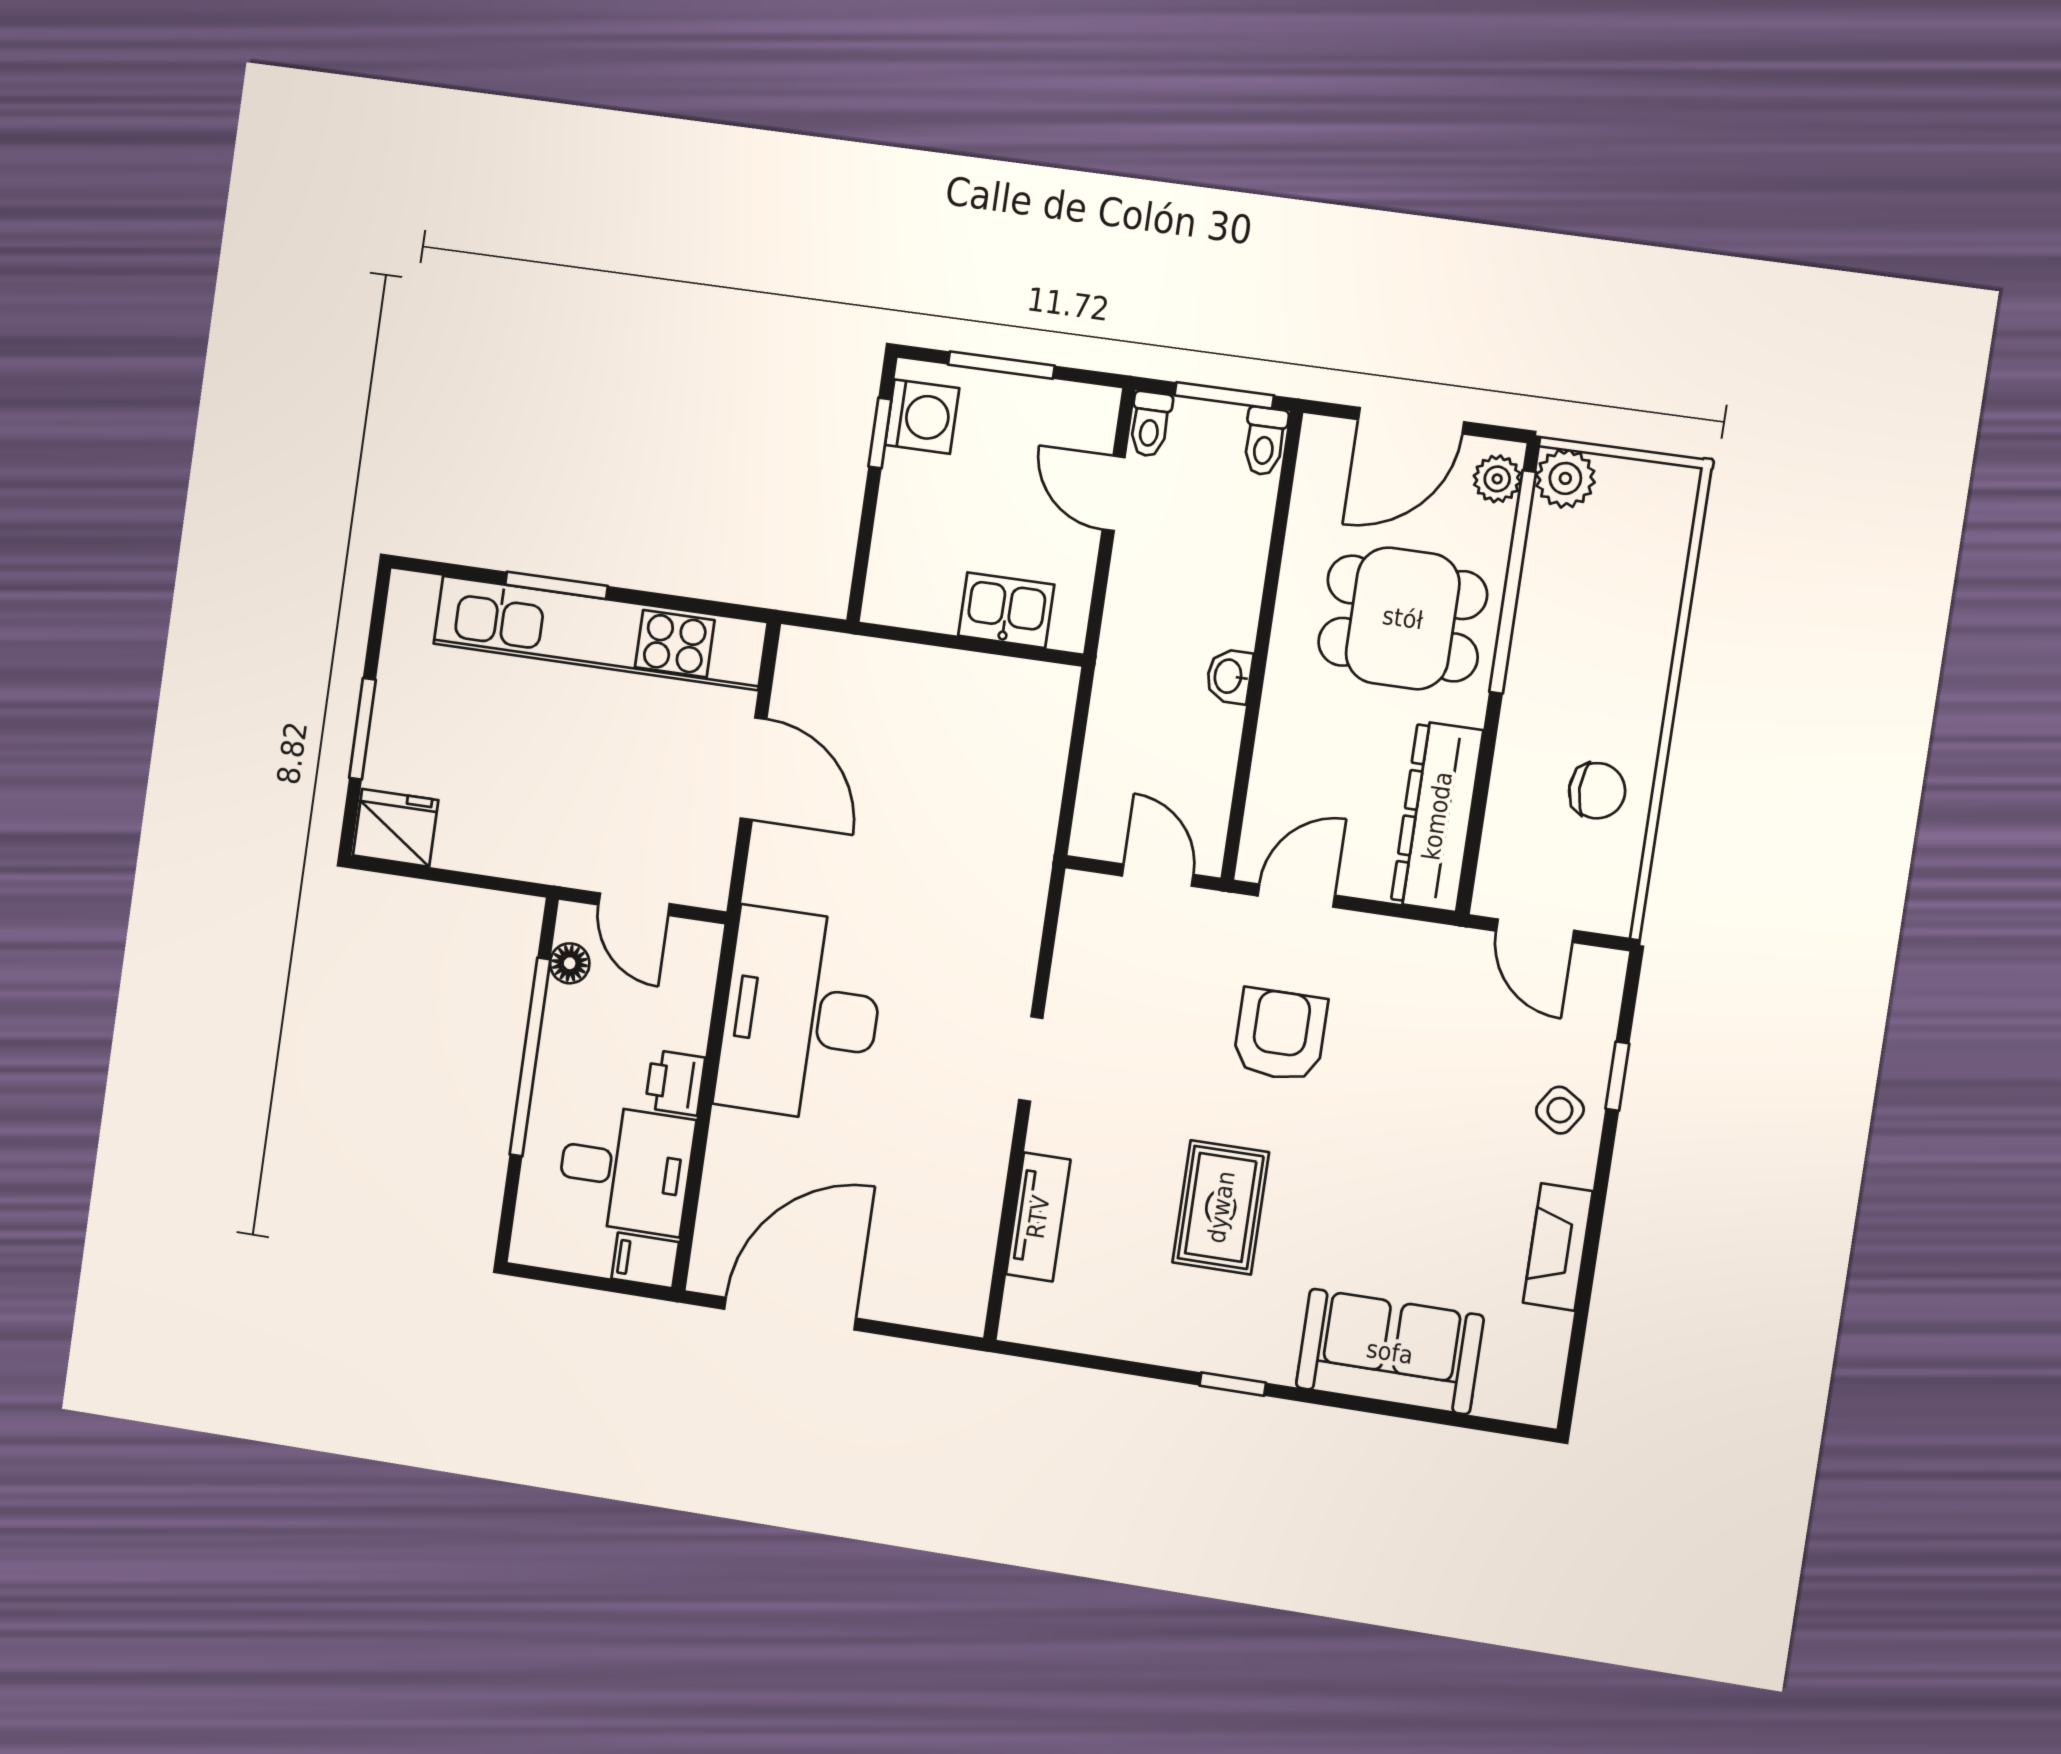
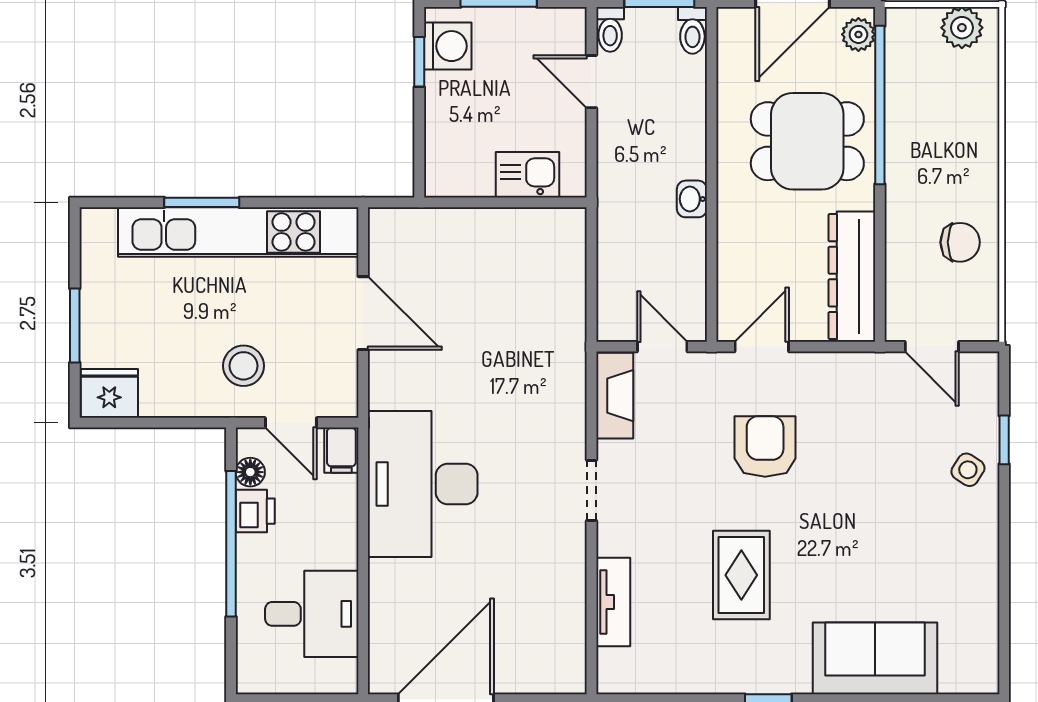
plant: (1565, 478) -> (962, 28), moved
stool: (581, 817) -> (244, 366), added
printer: (675, 1083) -> (255, 511), moved, turned 180
fireplace: (1558, 1247) -> (615, 396), moved, turned 180
filing cabinet: (645, 1260) -> (341, 450), moved, turned -90

